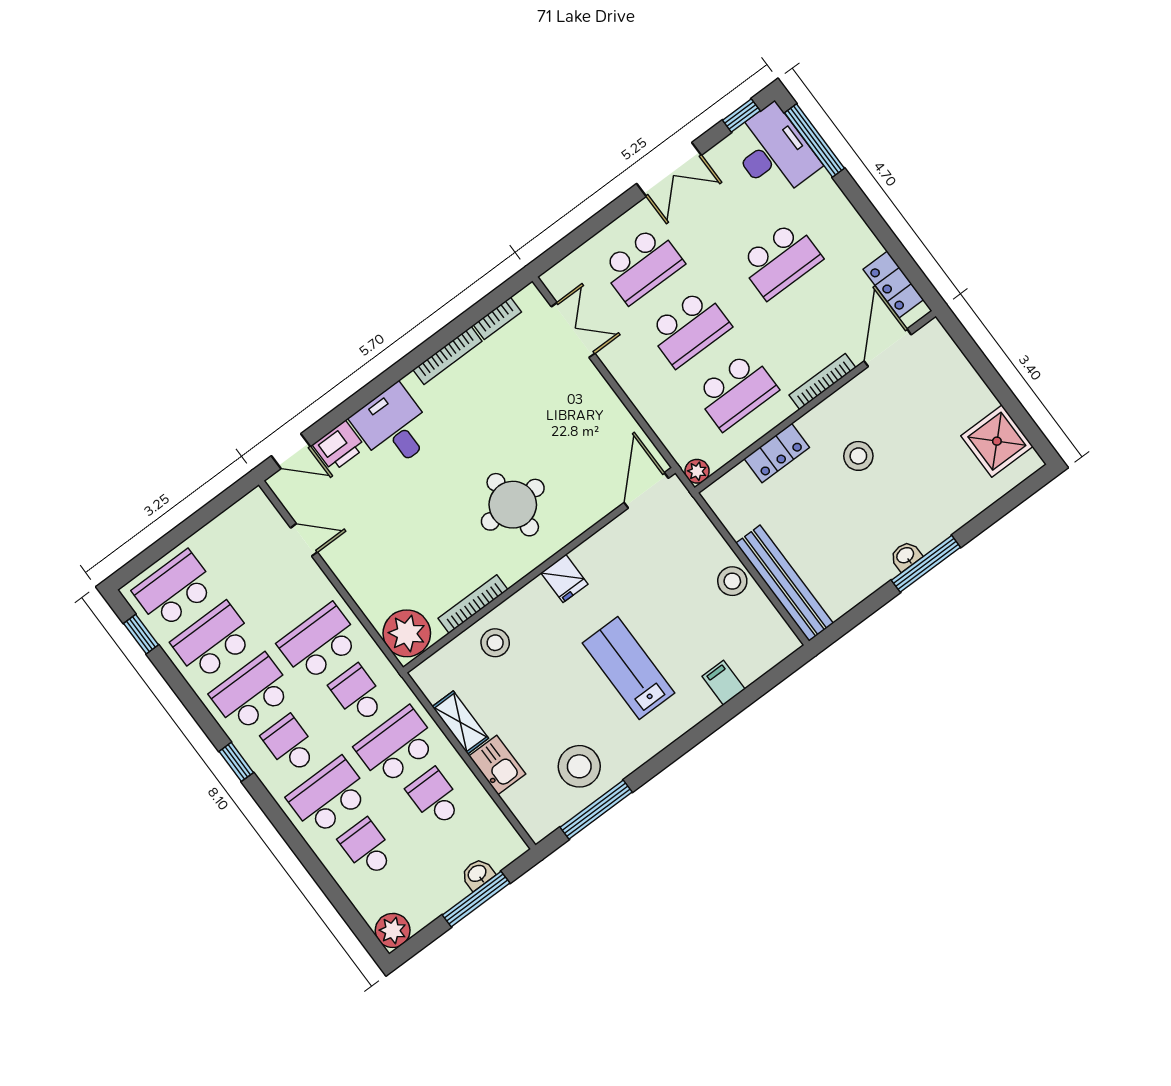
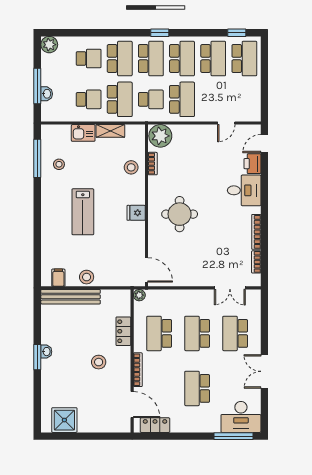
window: (741, 115) -> (264, 415), removed
window: (926, 564) -> (37, 357), width x0.69
bookcase: (473, 604) -> (153, 164), width x0.64
lab bench: (629, 668) -> (83, 212), turned 90
filing cabinet: (724, 683) -> (58, 278), moved, turned -90
school desk: (290, 745) -> (151, 59), width x1.85
stool: (579, 766) -> (59, 164), width x0.53, depth x0.53

